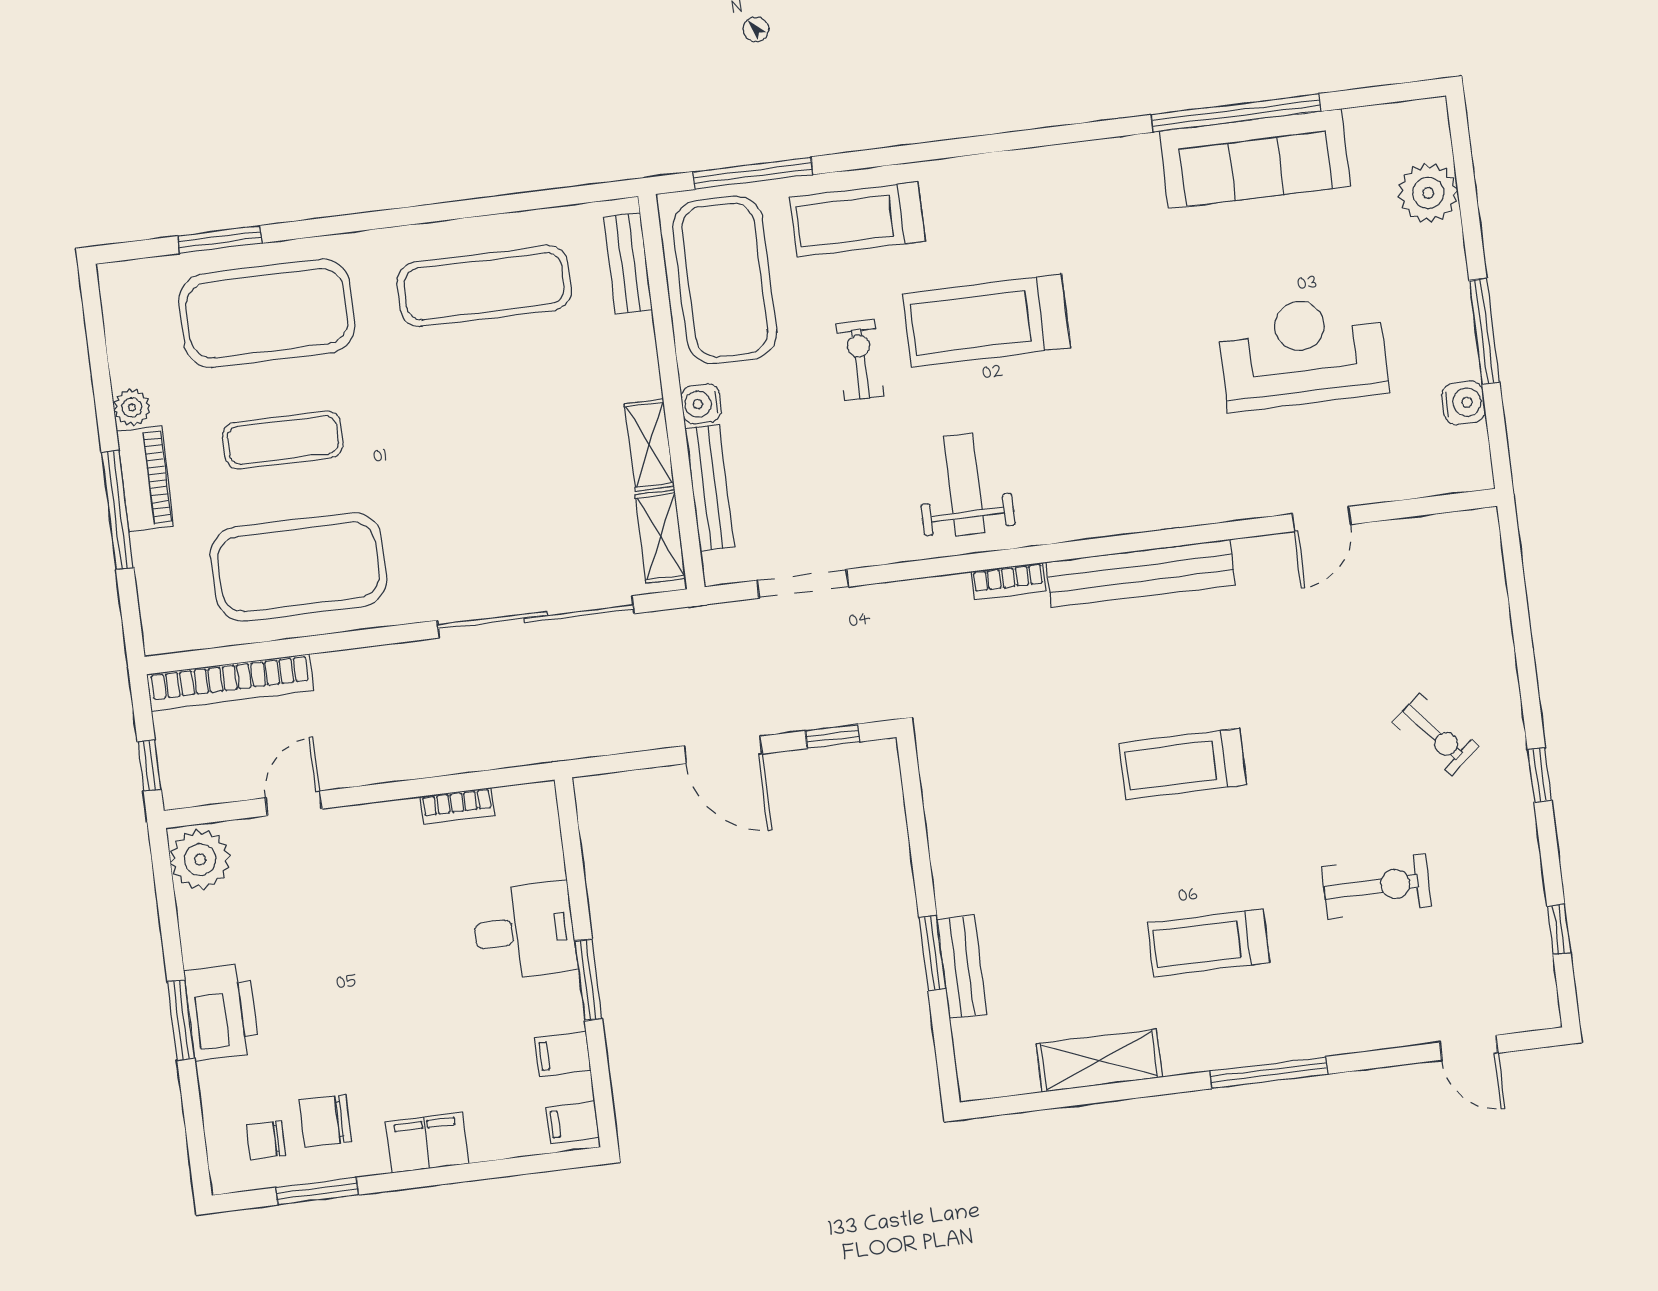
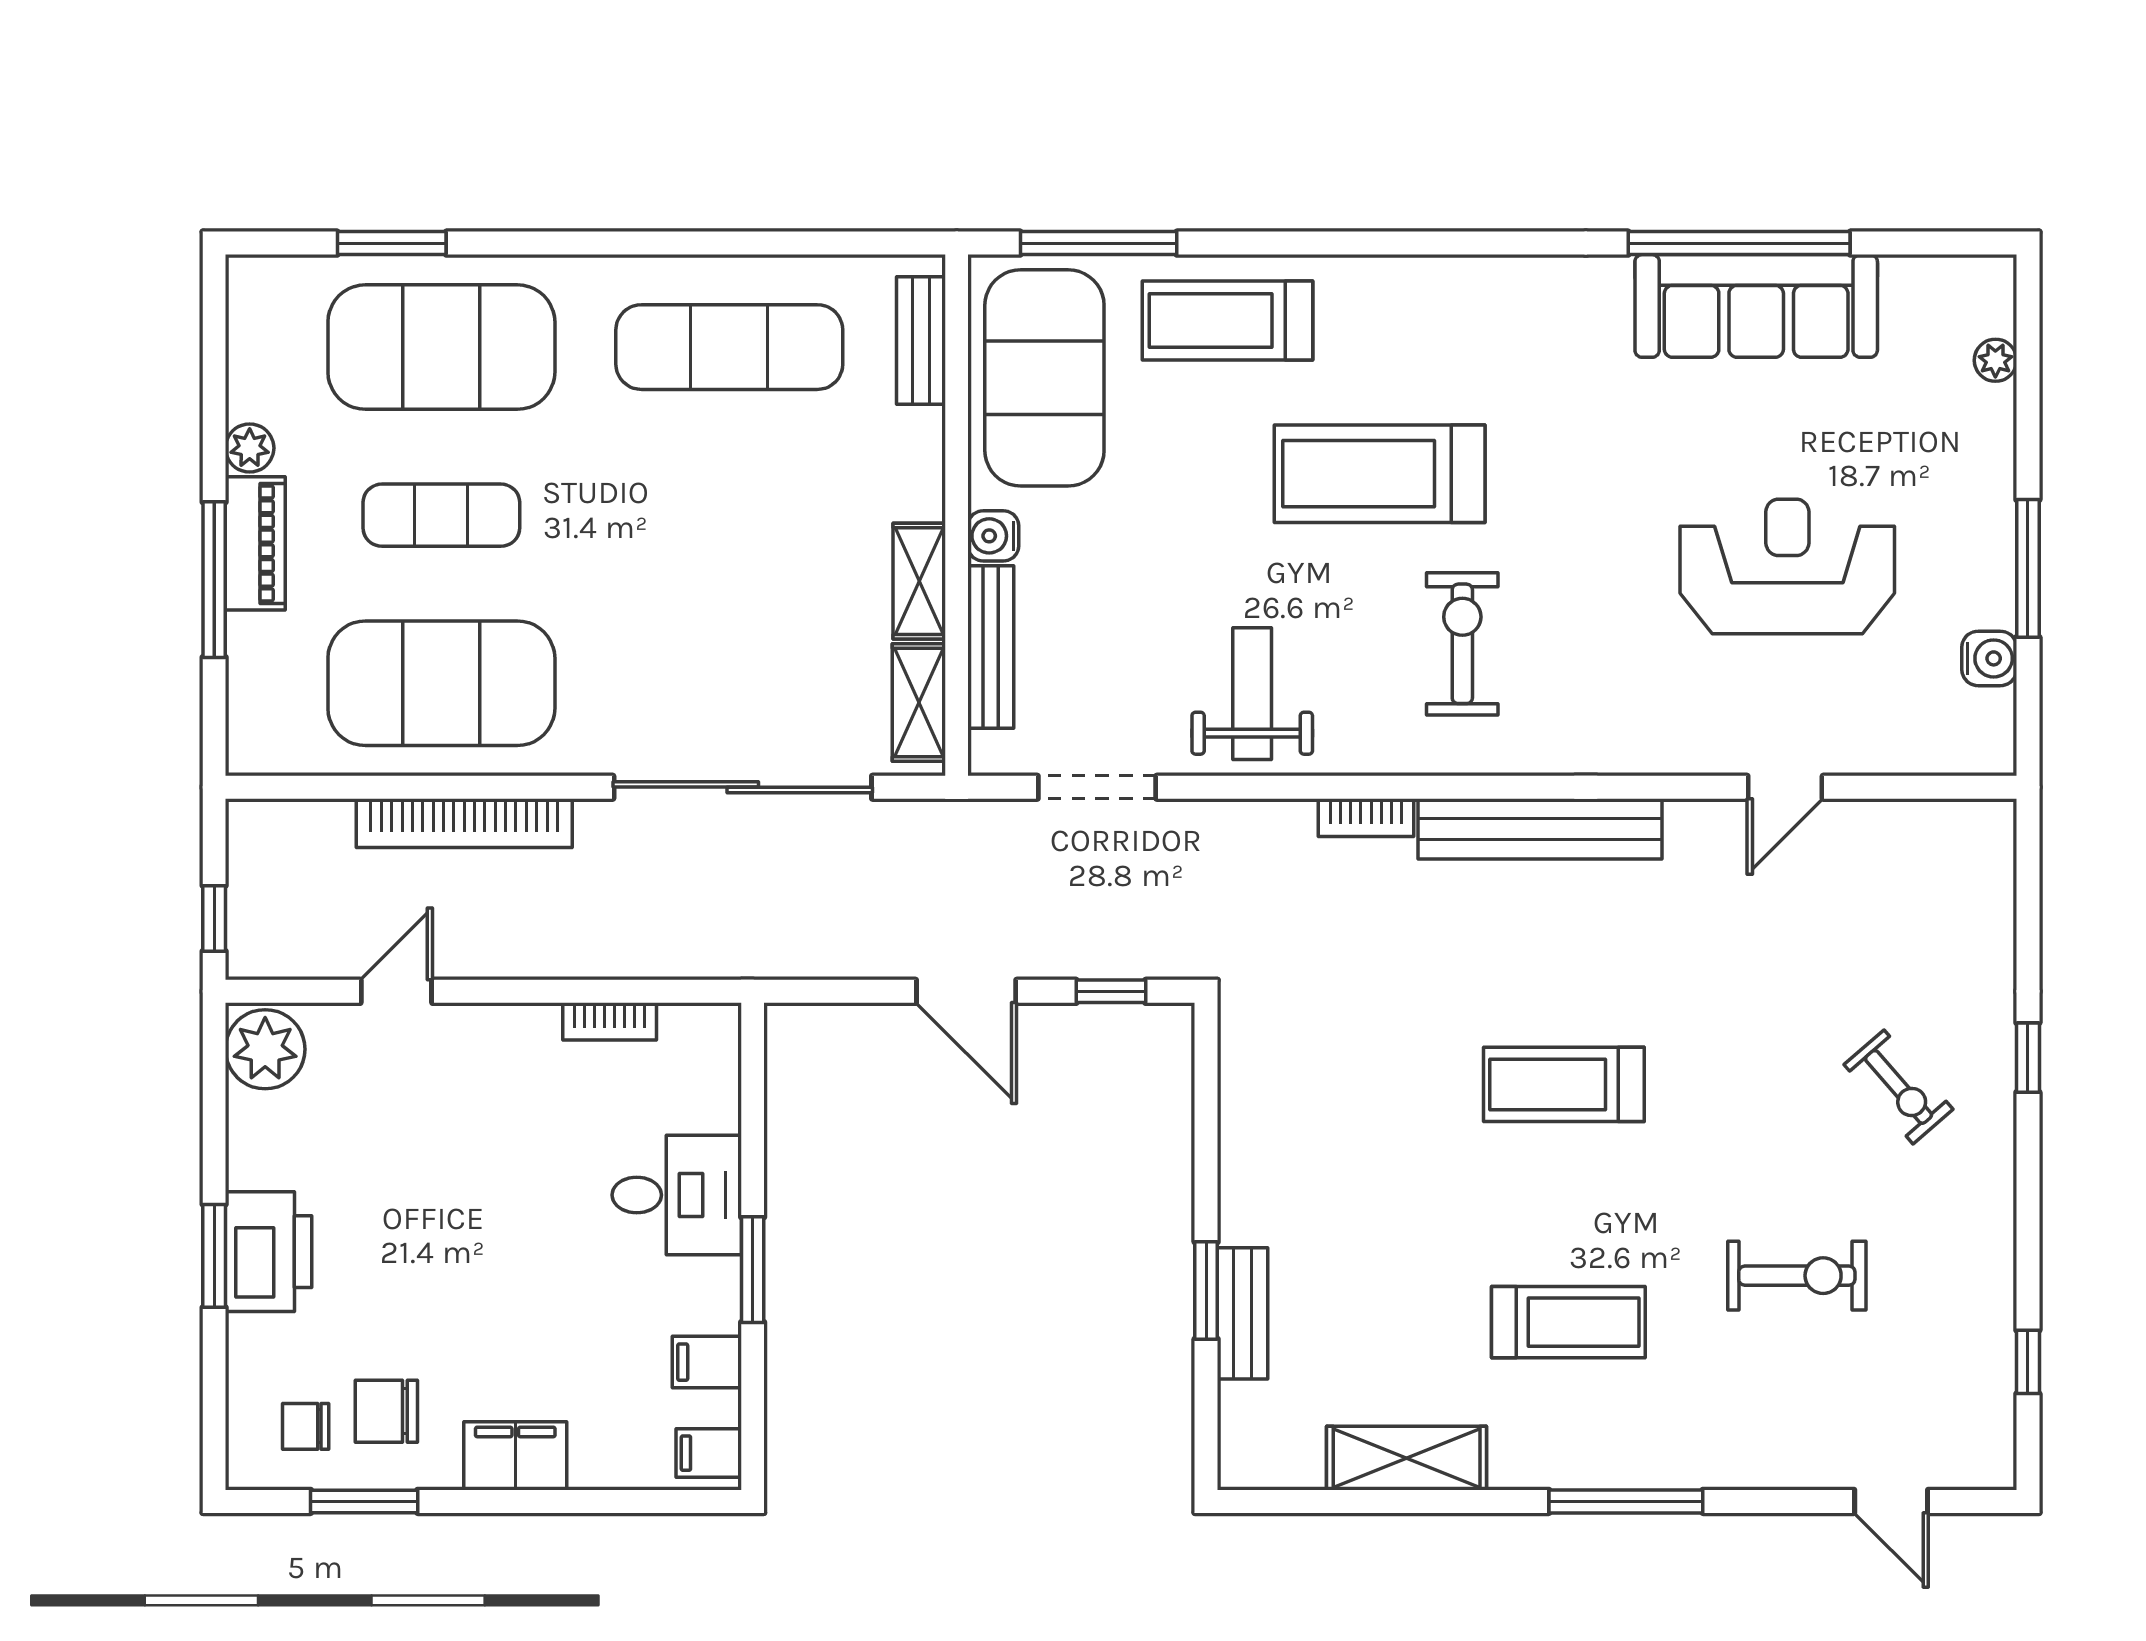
plant: (1428, 193) -> (1995, 360), width x0.53, depth x0.53
exercise bike: (860, 360) -> (1462, 644), moved, width x1.38, depth x1.39
weight bench: (964, 485) -> (1252, 694), moved
bookcase: (230, 682) -> (464, 823), moved
window: (1540, 775) -> (2028, 1058), moved
treadmill: (1208, 943) -> (1568, 1322), turned 180

